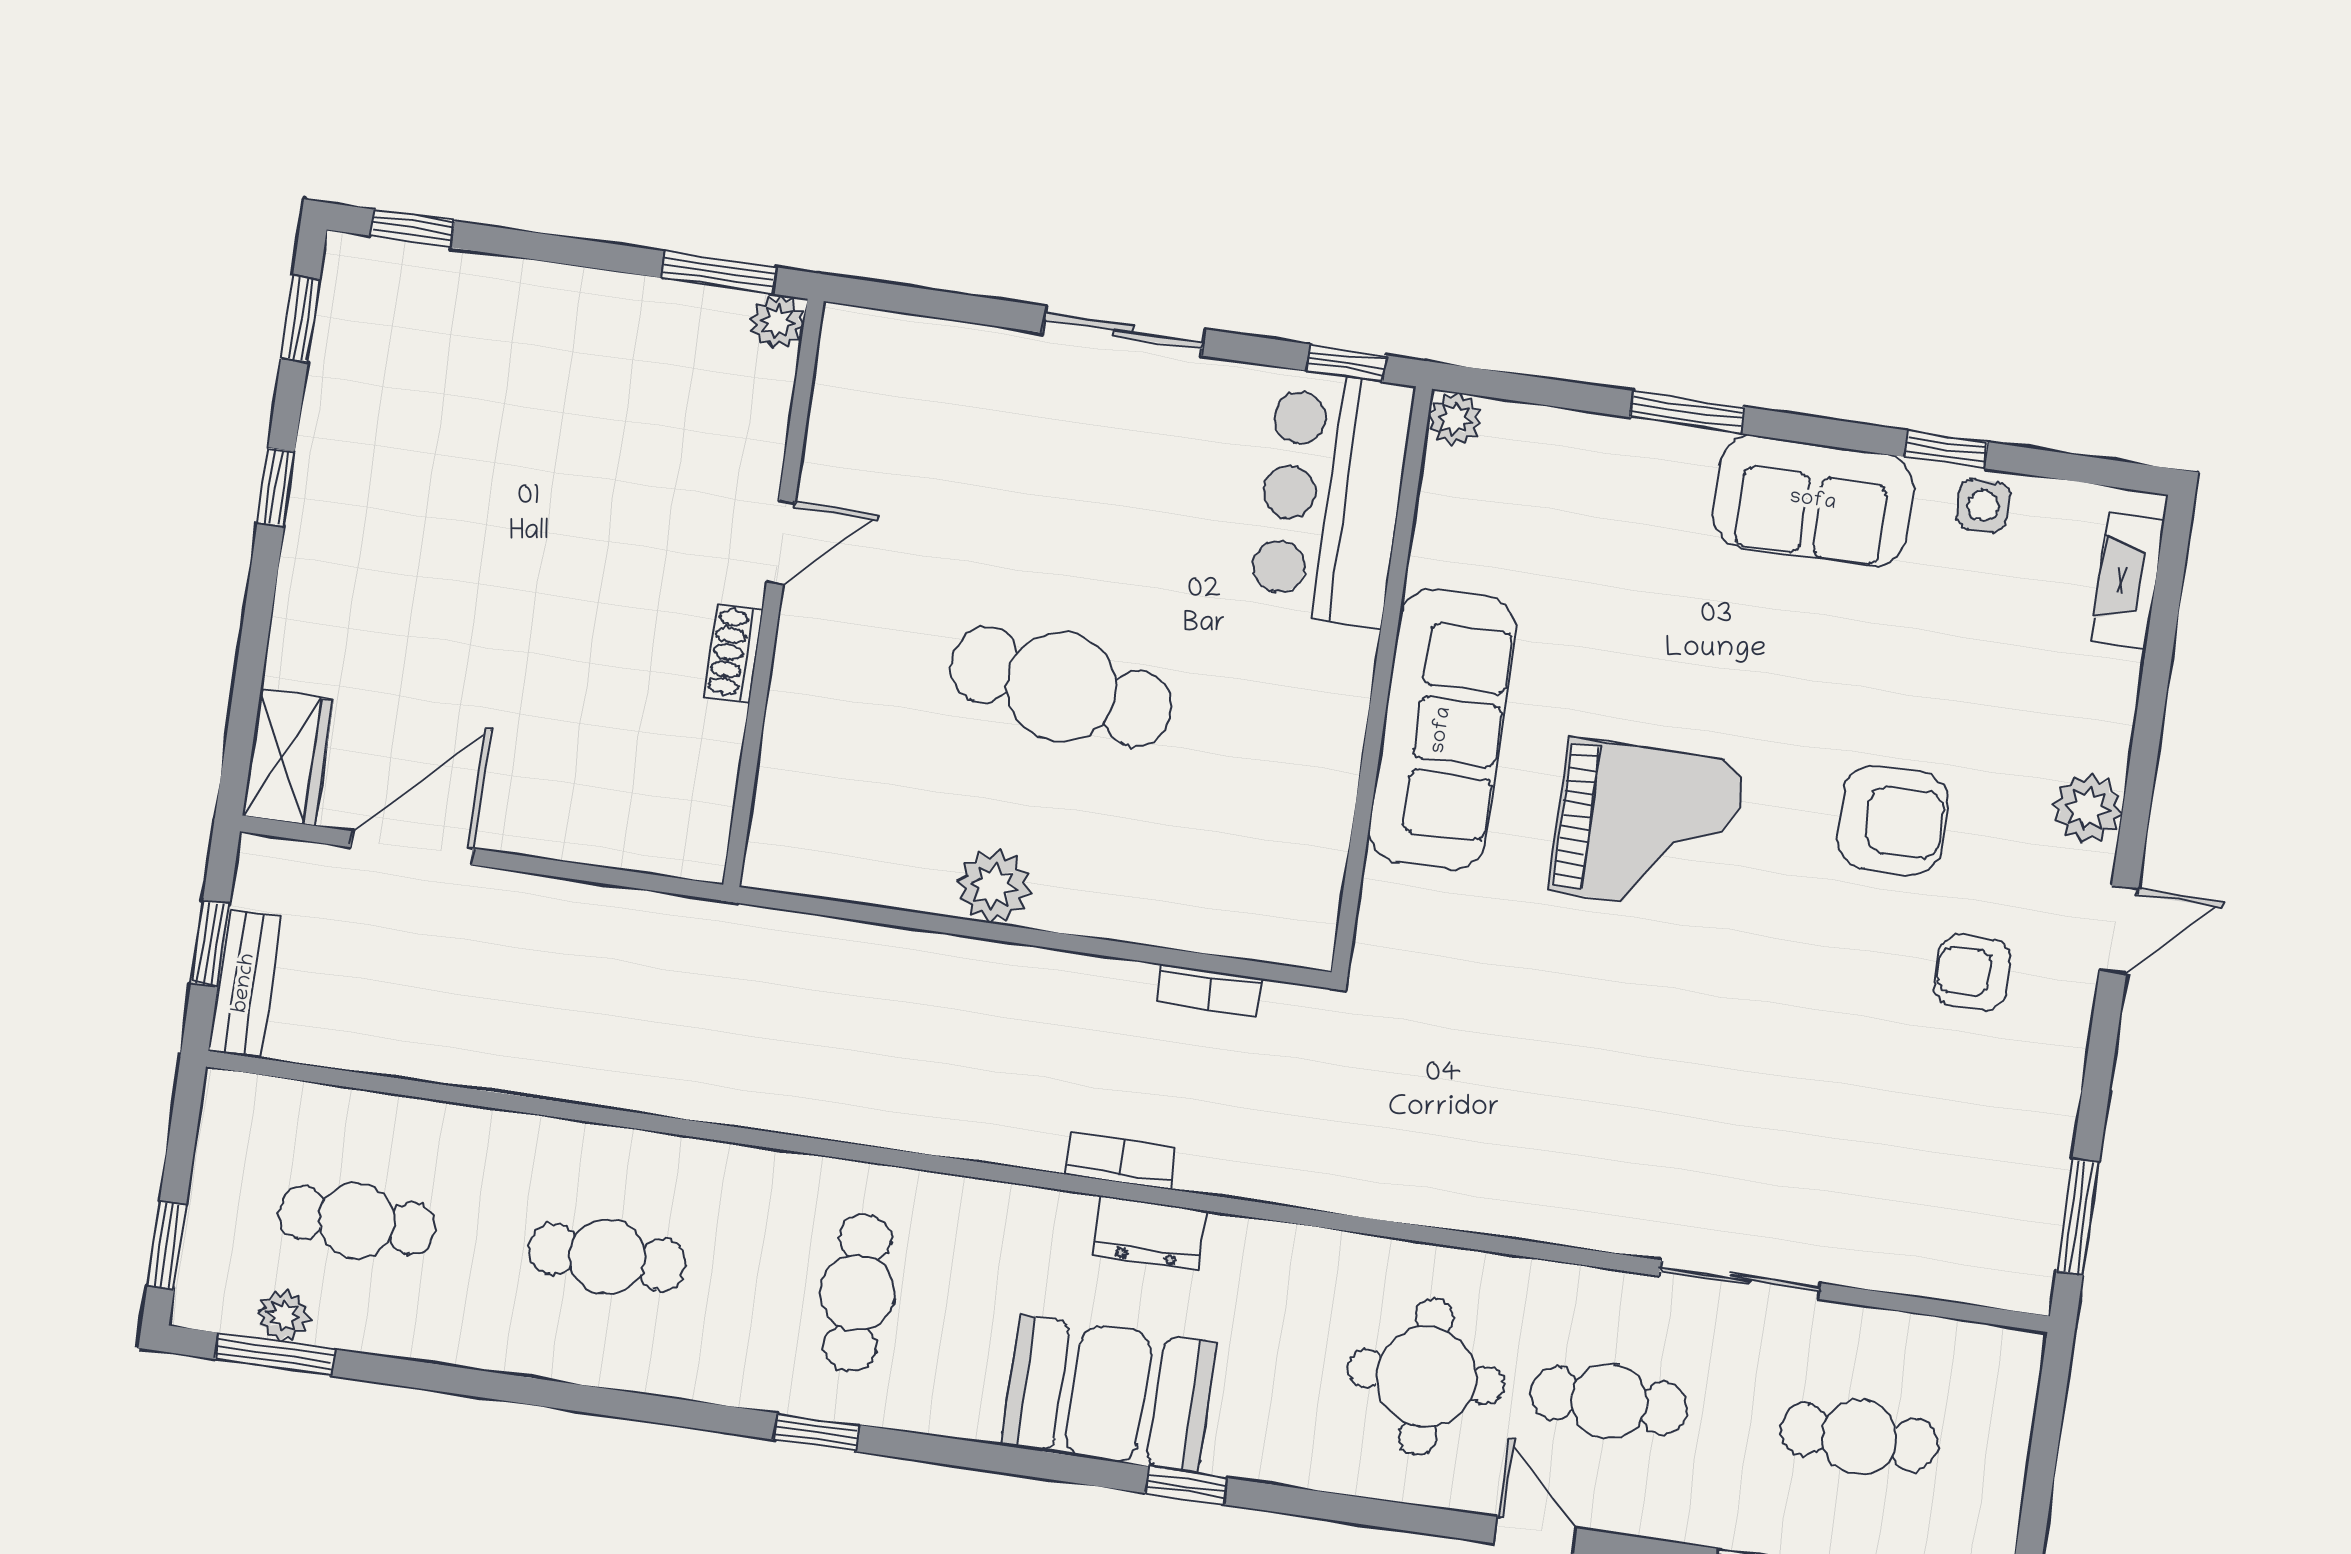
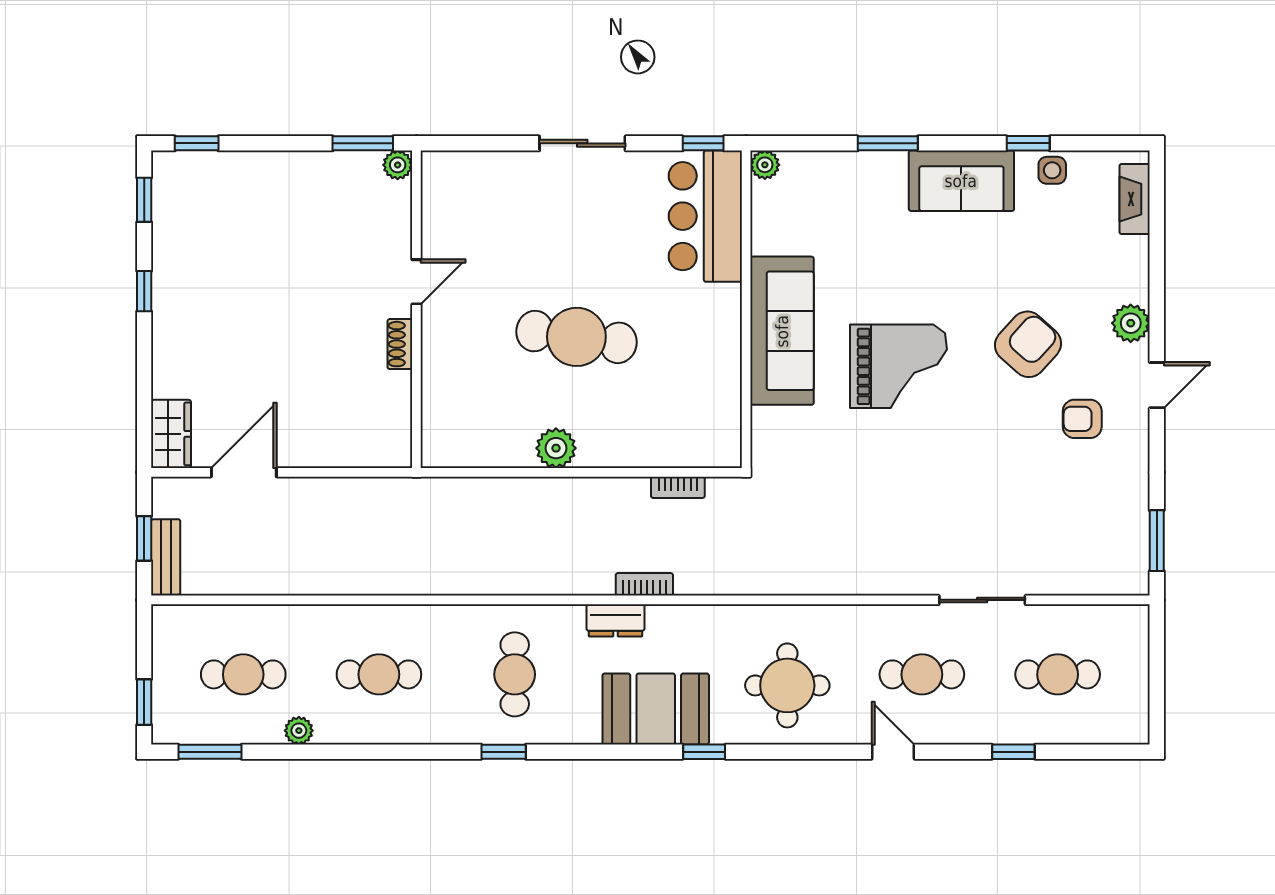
armchair: (1892, 820) -> (1028, 344), turned -48
dresser: (1150, 1233) -> (615, 620), moved
plant: (283, 1316) -> (299, 731), moved
round table: (1426, 1377) -> (787, 685), moved

